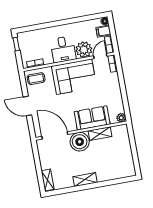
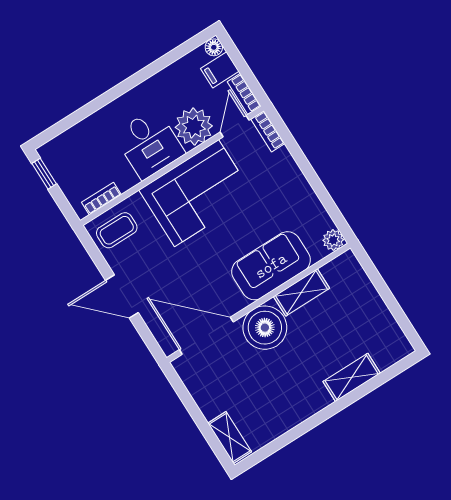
shelving: (85, 180) -> (352, 377), moved

